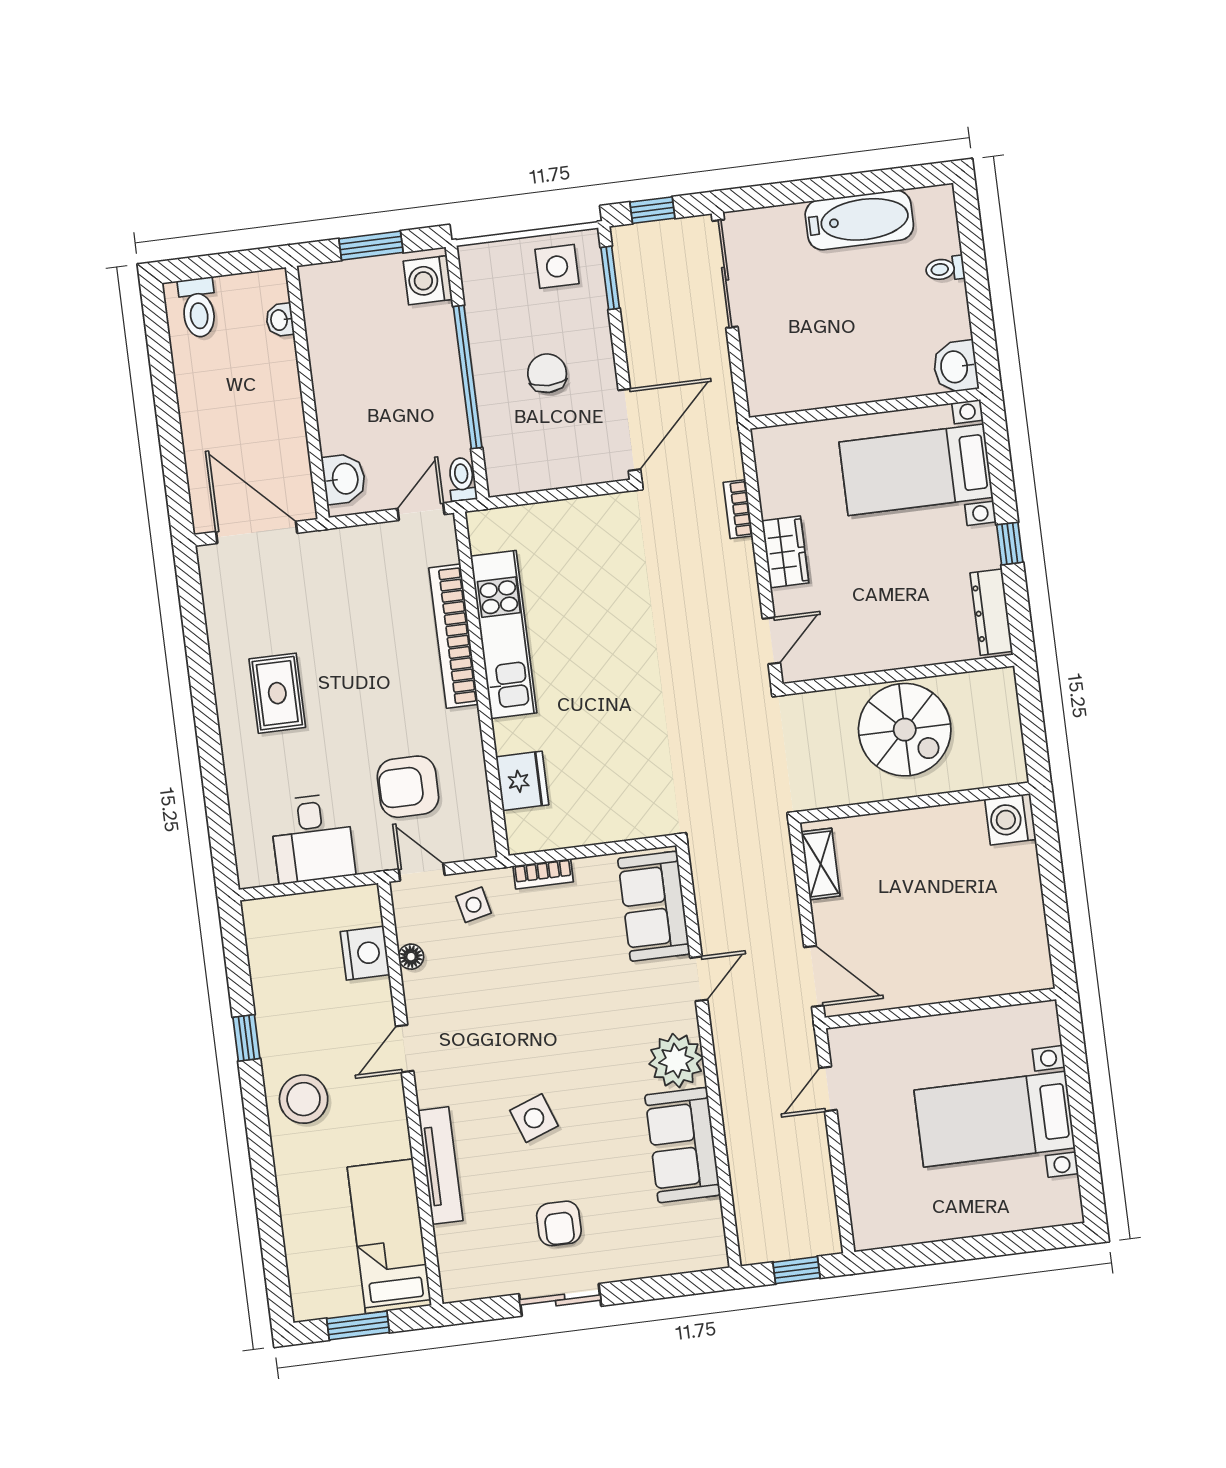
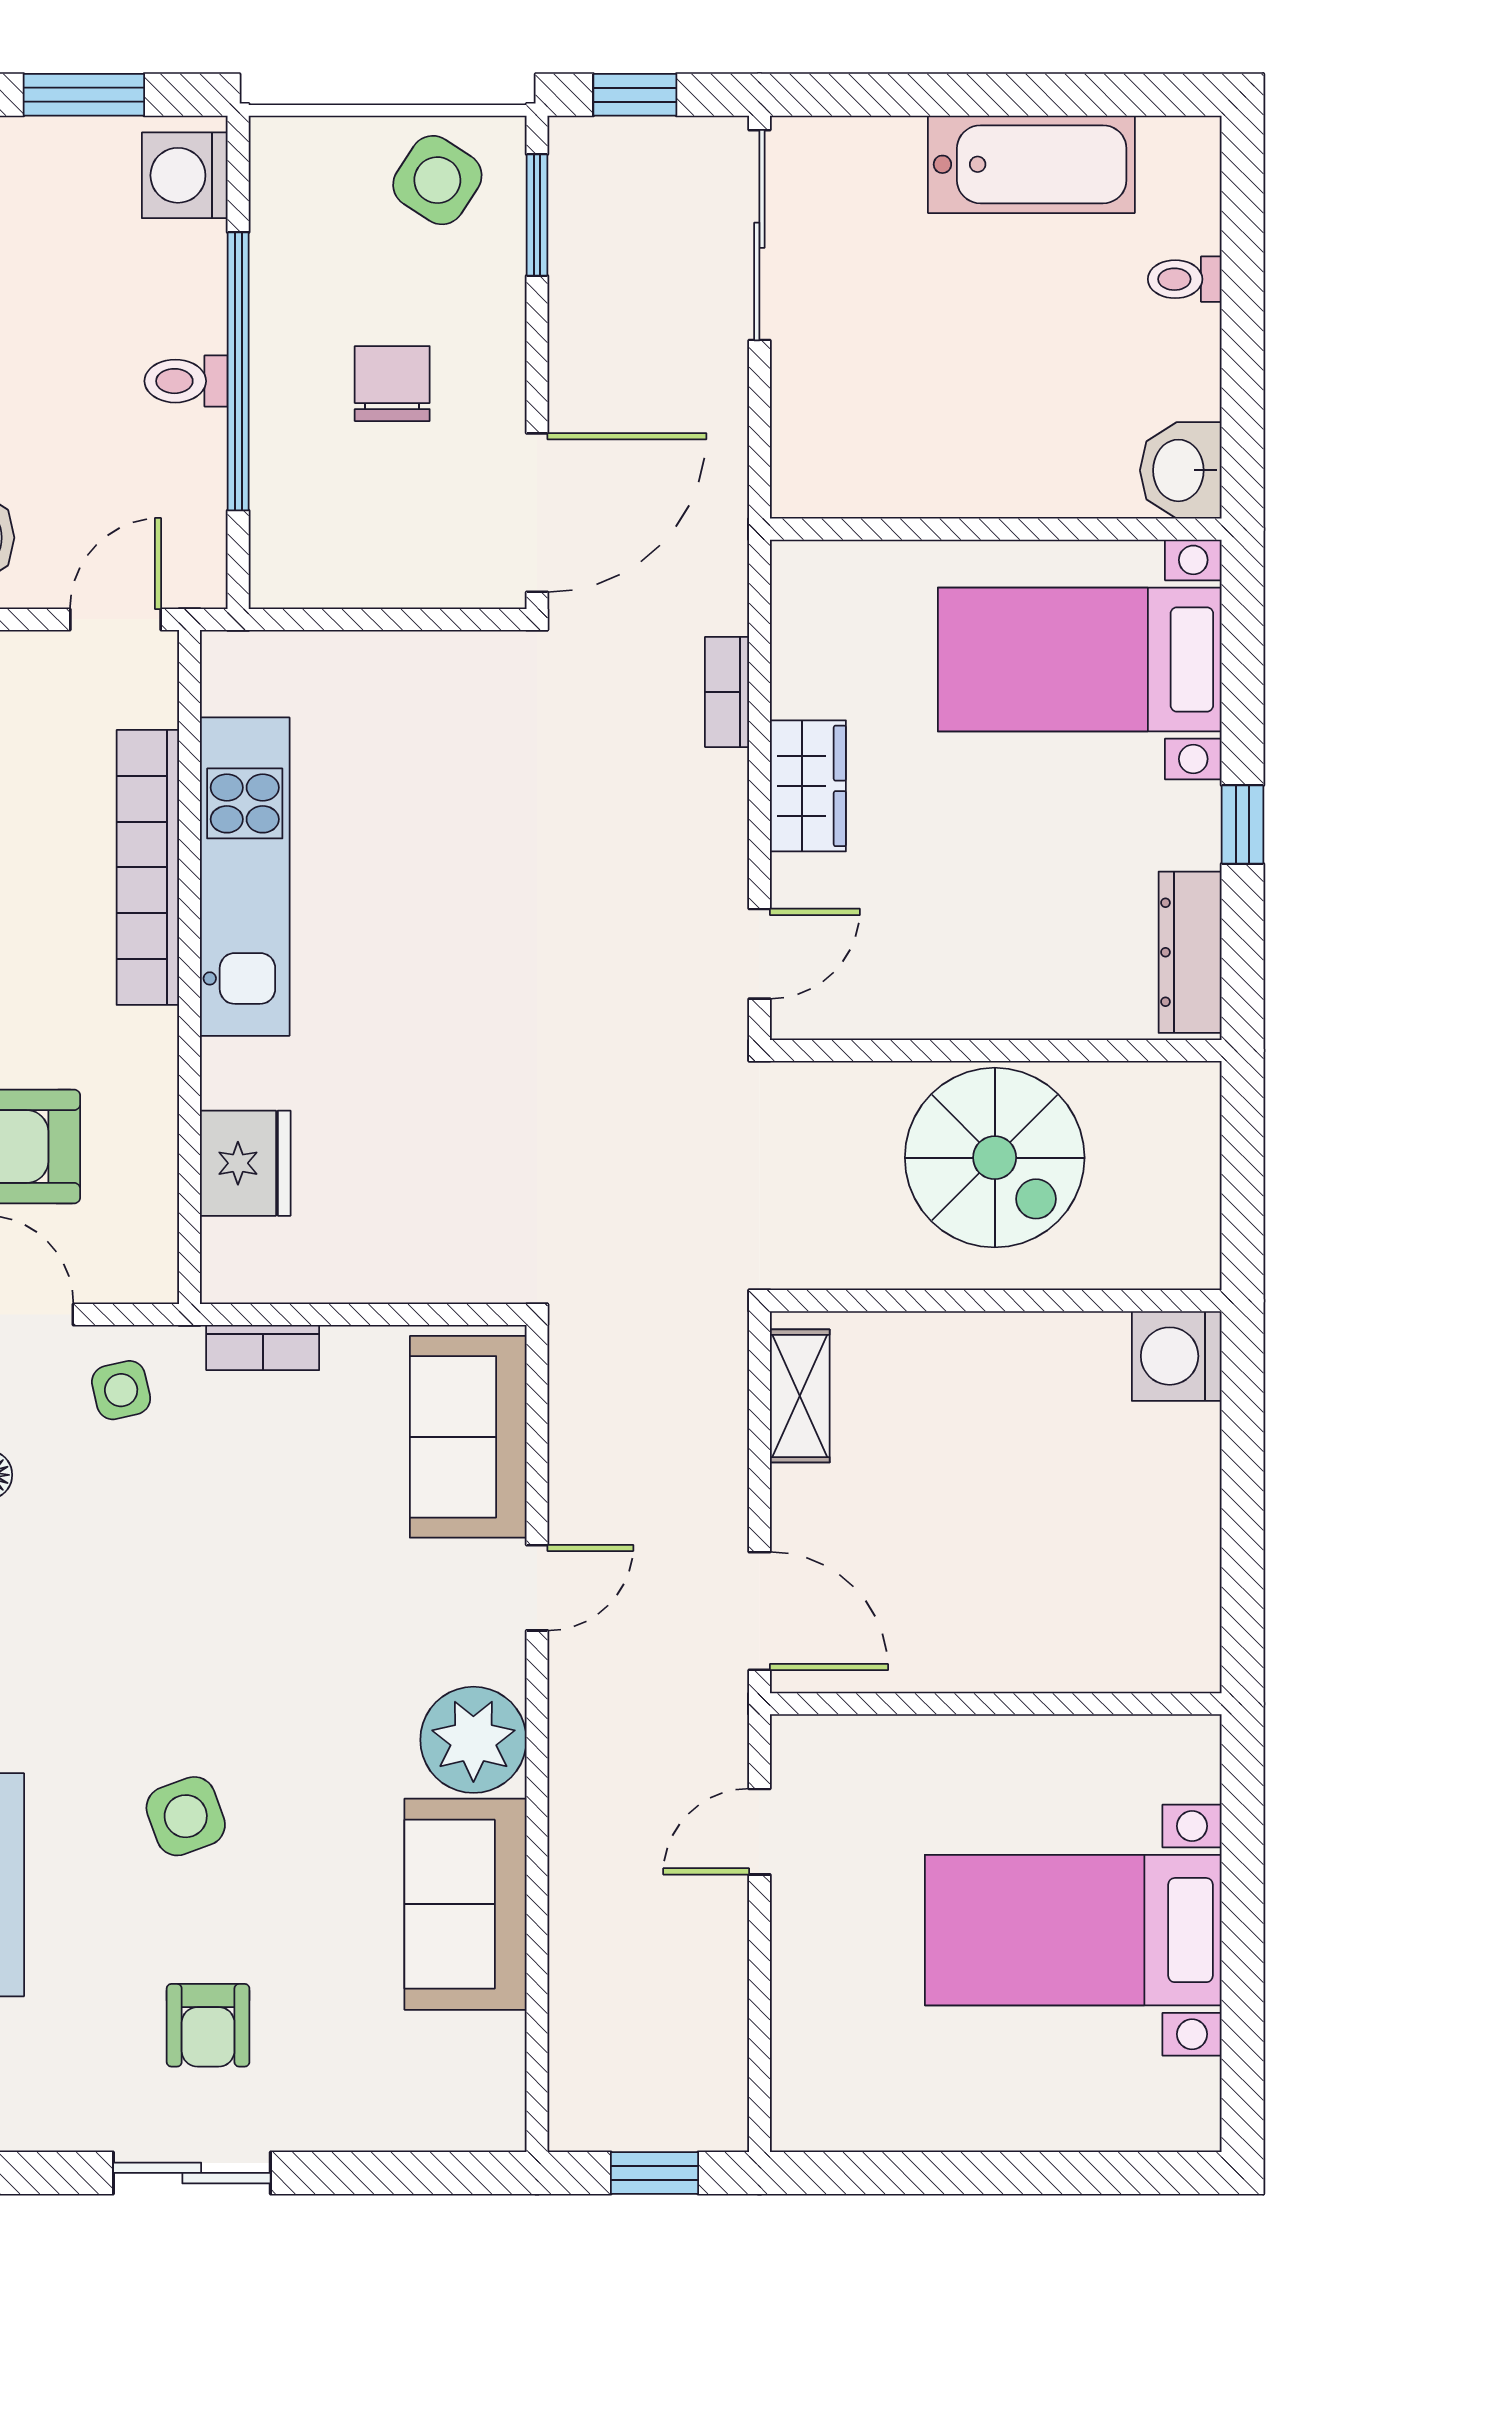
side table: (557, 266) -> (437, 180), turned 33
toilet: (462, 479) -> (186, 381), moved, turned -90

